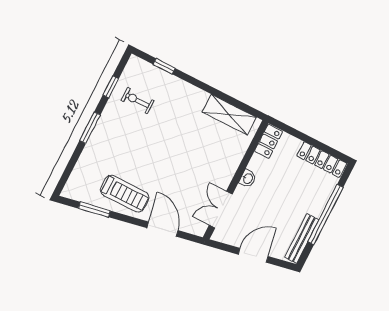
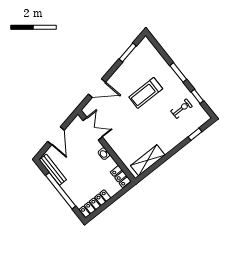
treadmill: (125, 194) -> (146, 93), moved

